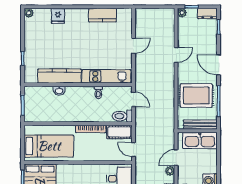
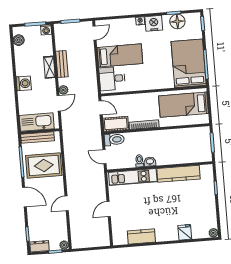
washbasin: (59, 91) -> (150, 162), moved

